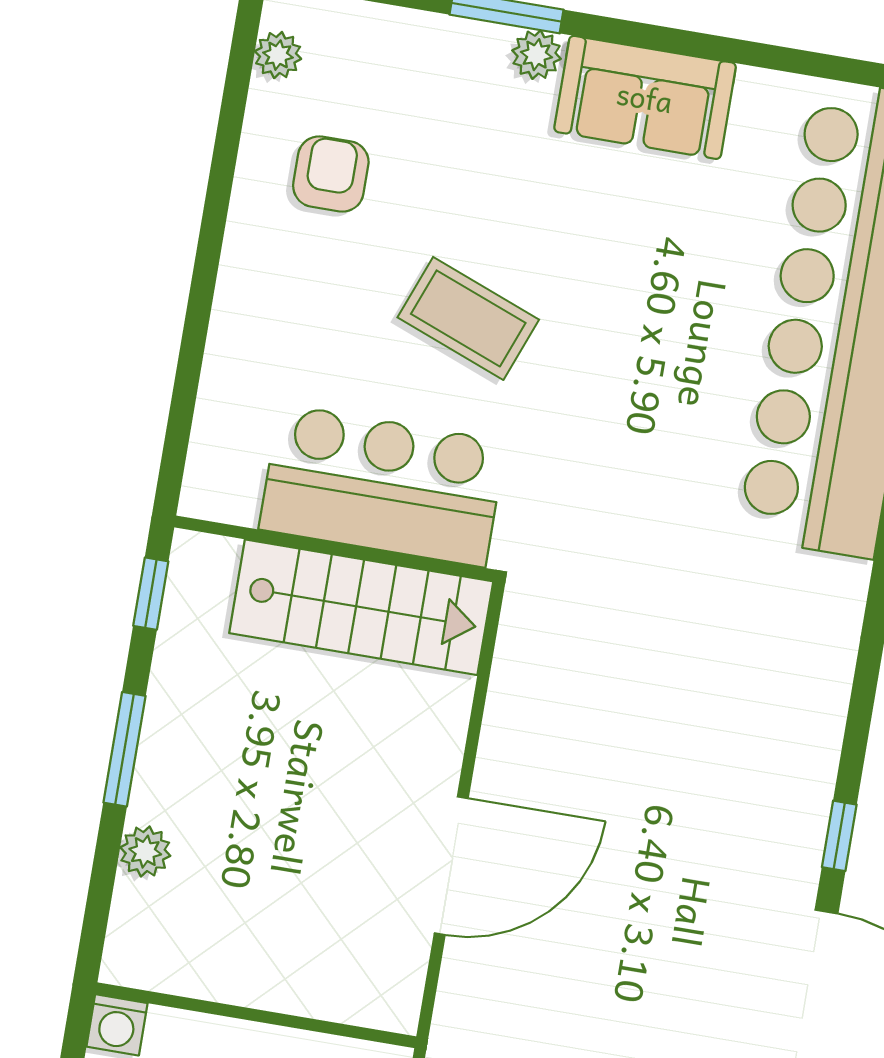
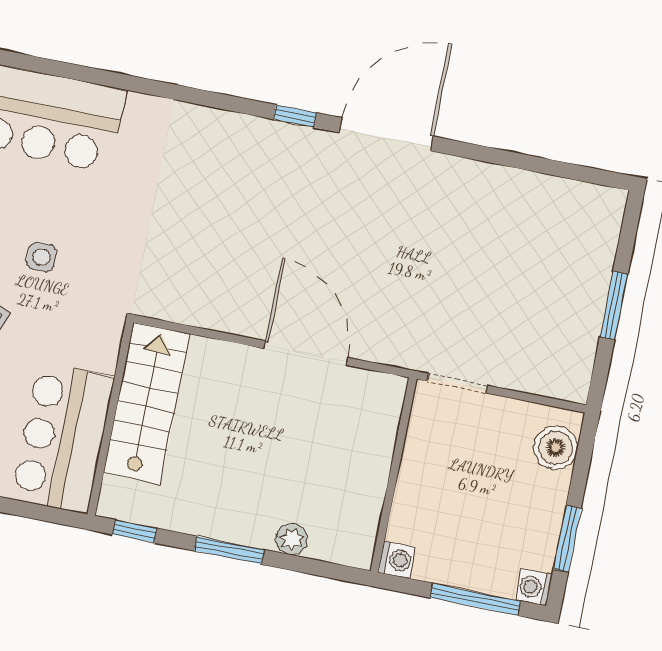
side table: (596, 428) -> (42, 257), added
bar counter: (382, 486) -> (63, 438), moved

